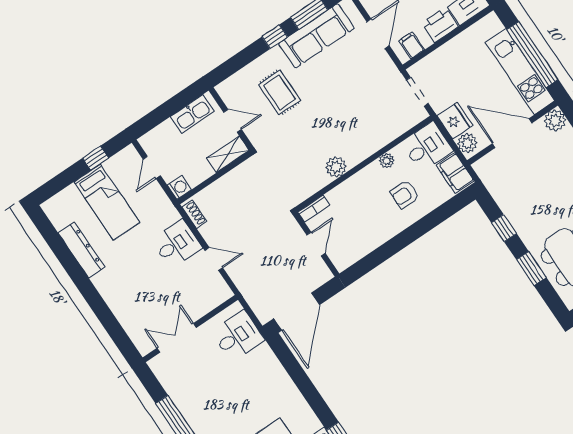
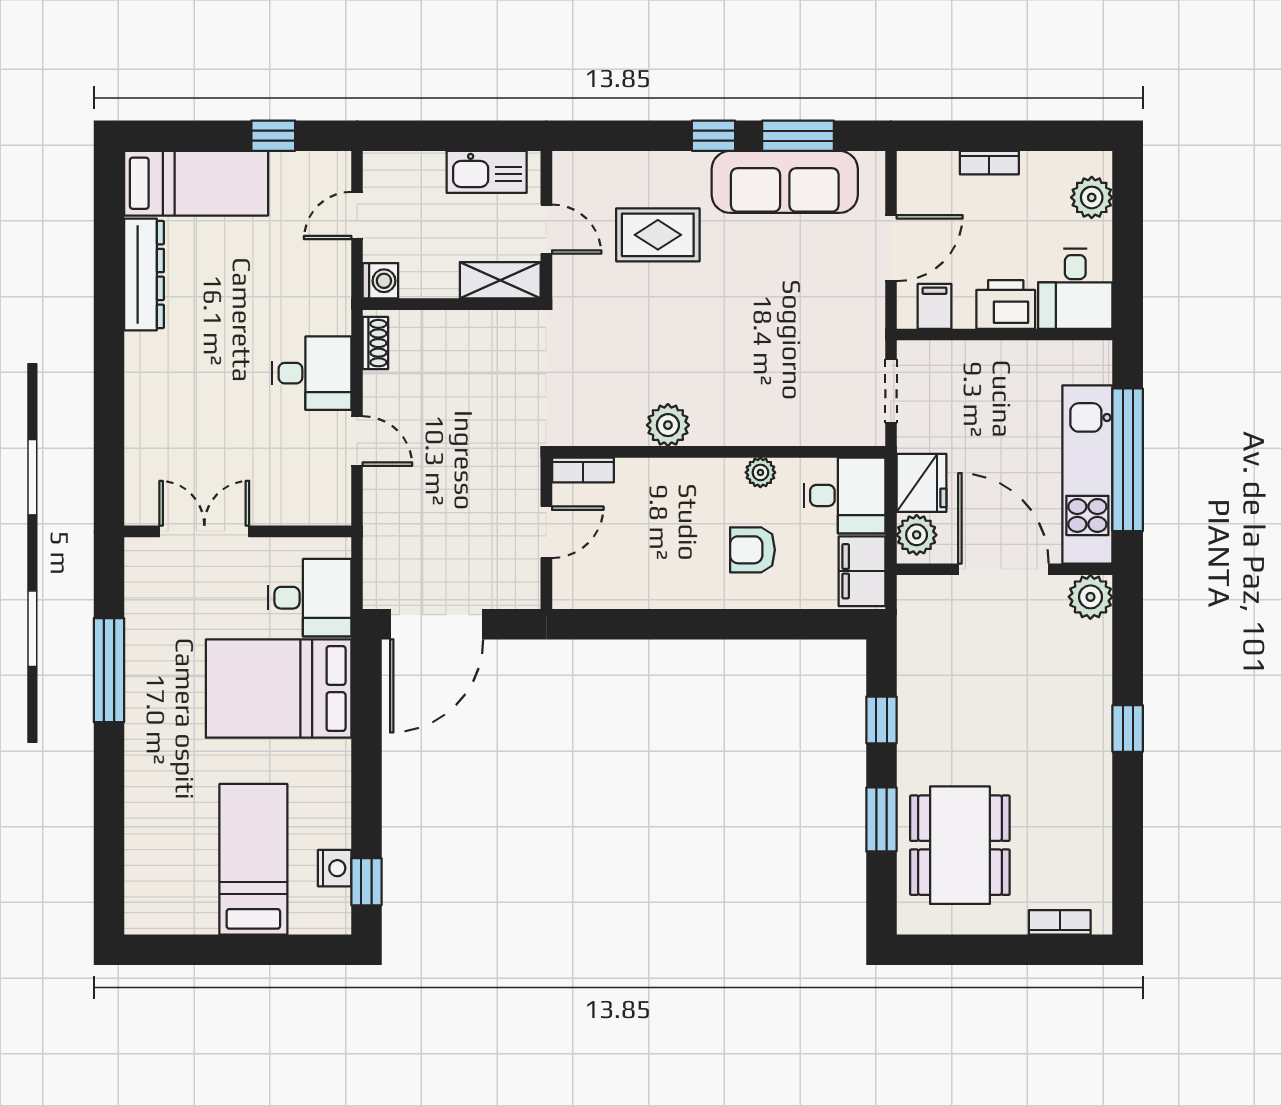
rug: (279, 92) -> (658, 235), turned 90
bed: (107, 202) -> (196, 183), moved, turned -90
bed: (250, 381) -> (279, 689), added

